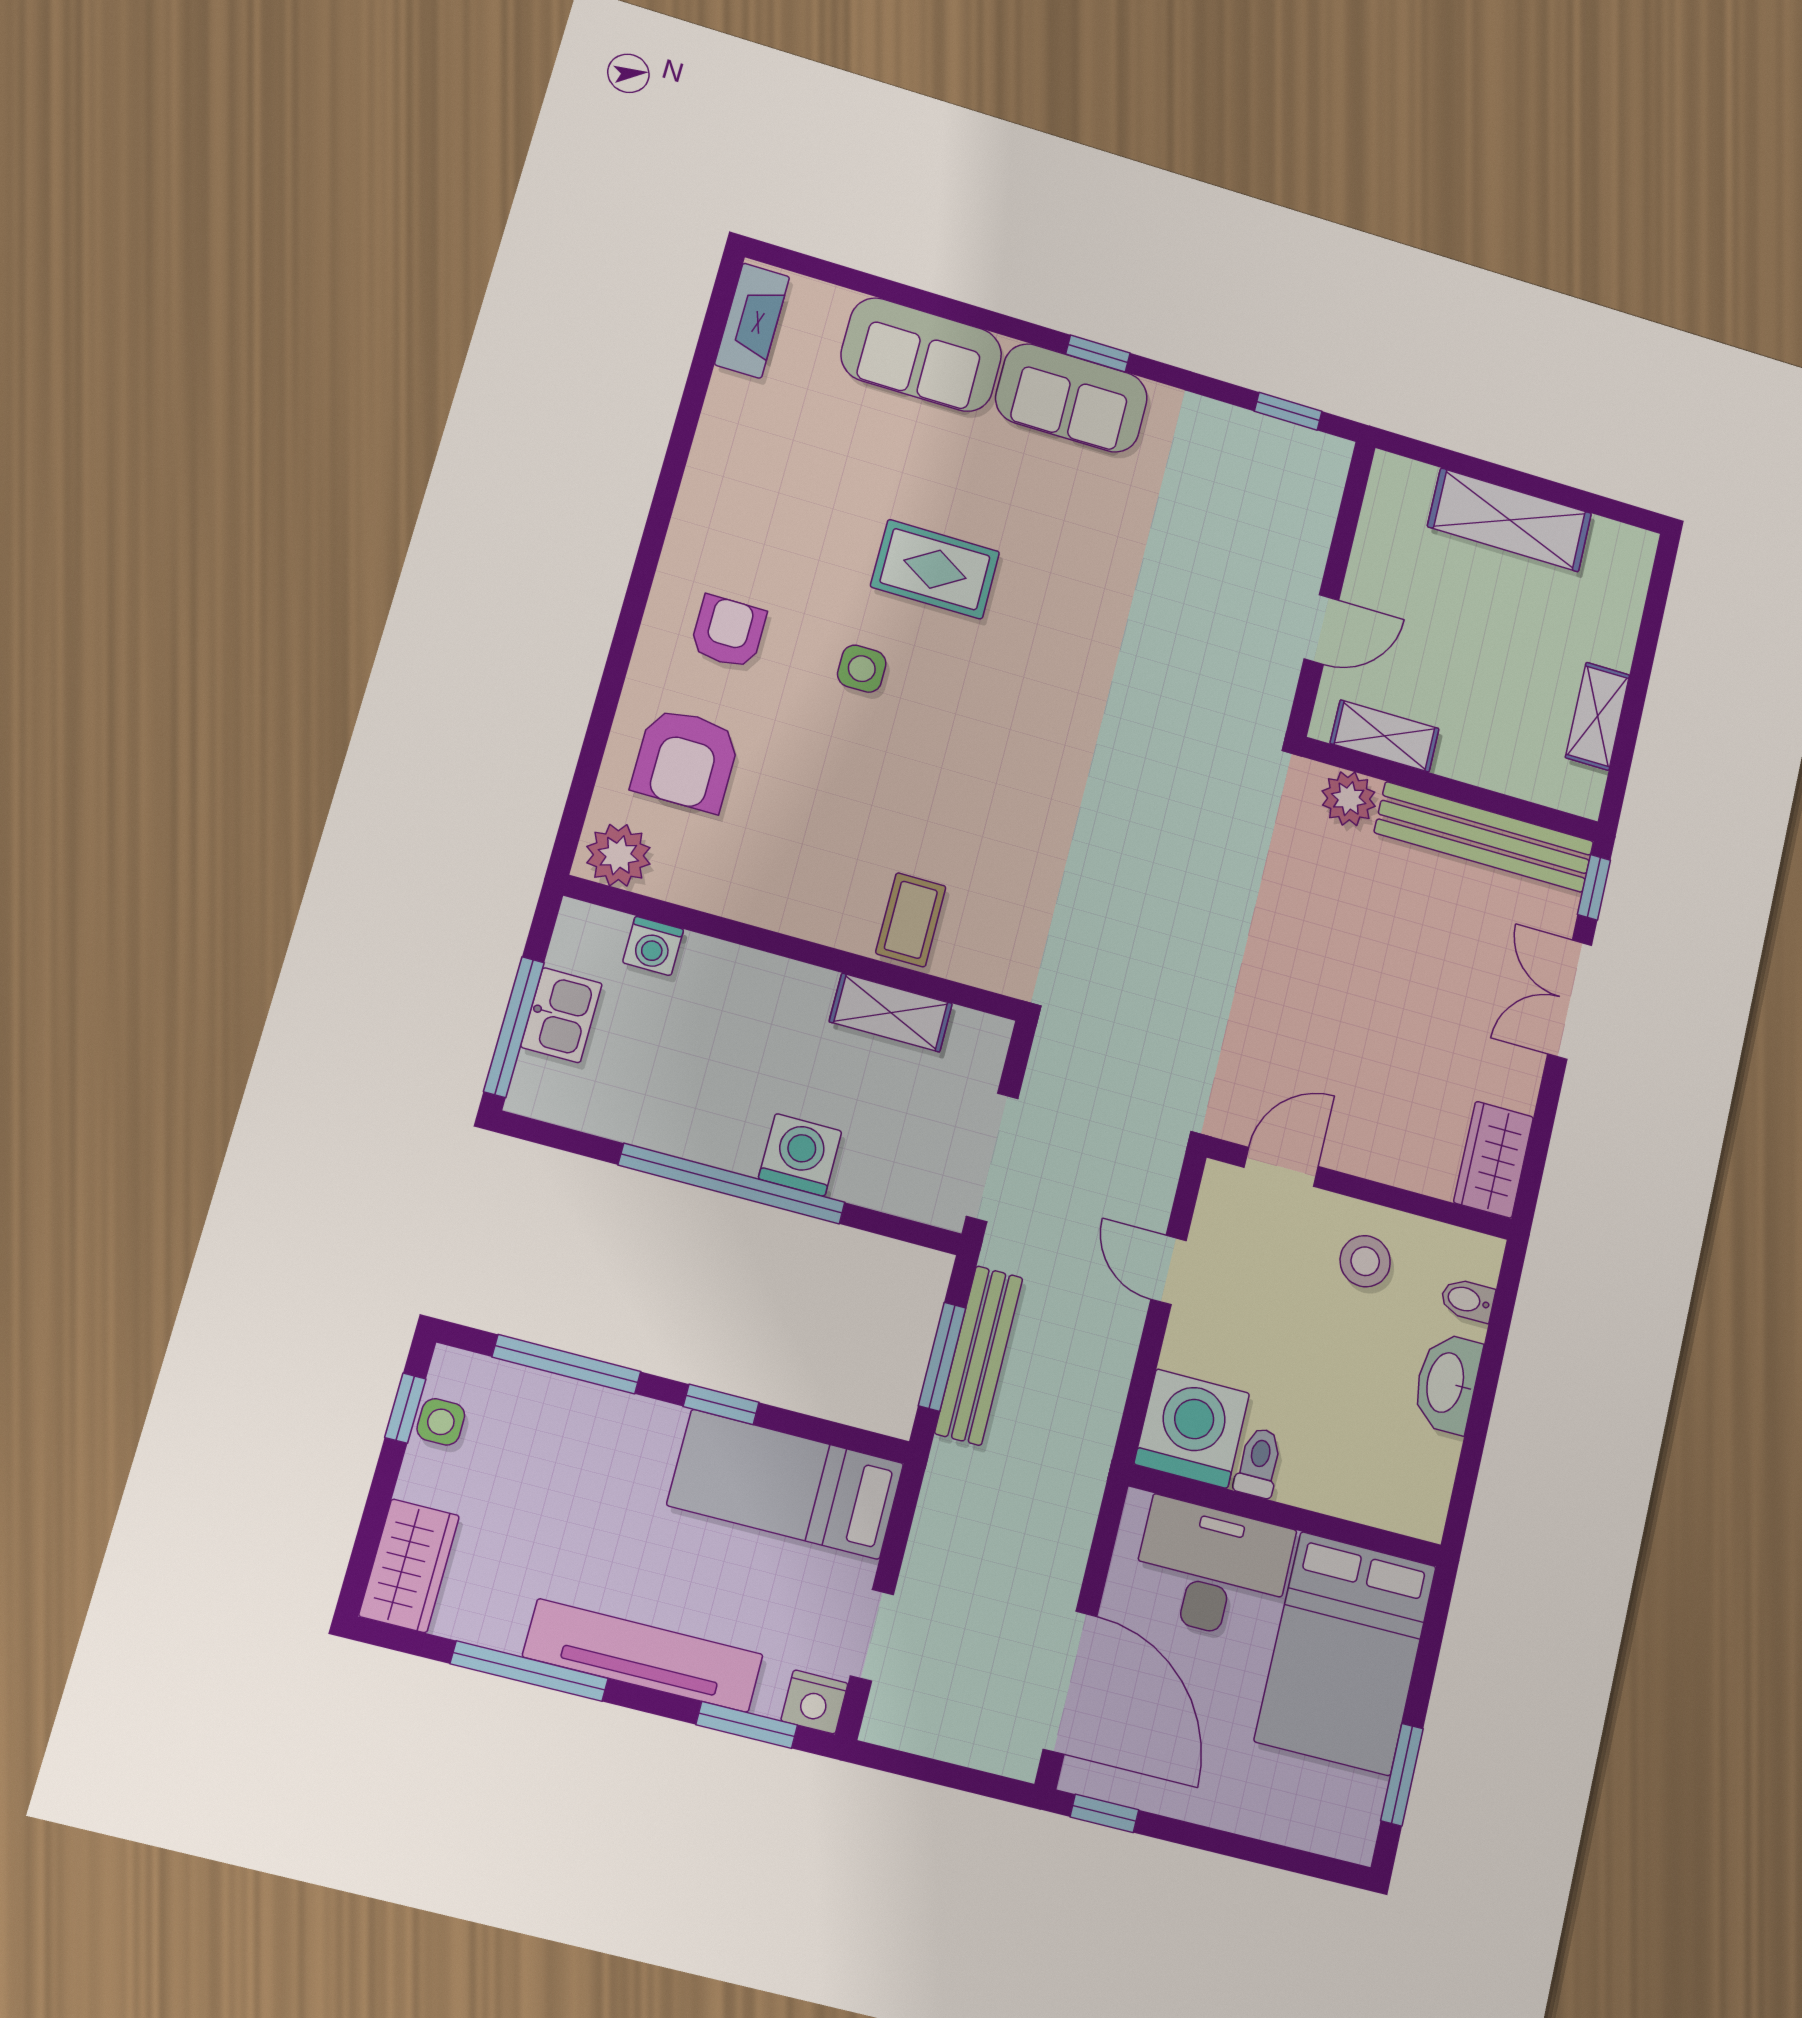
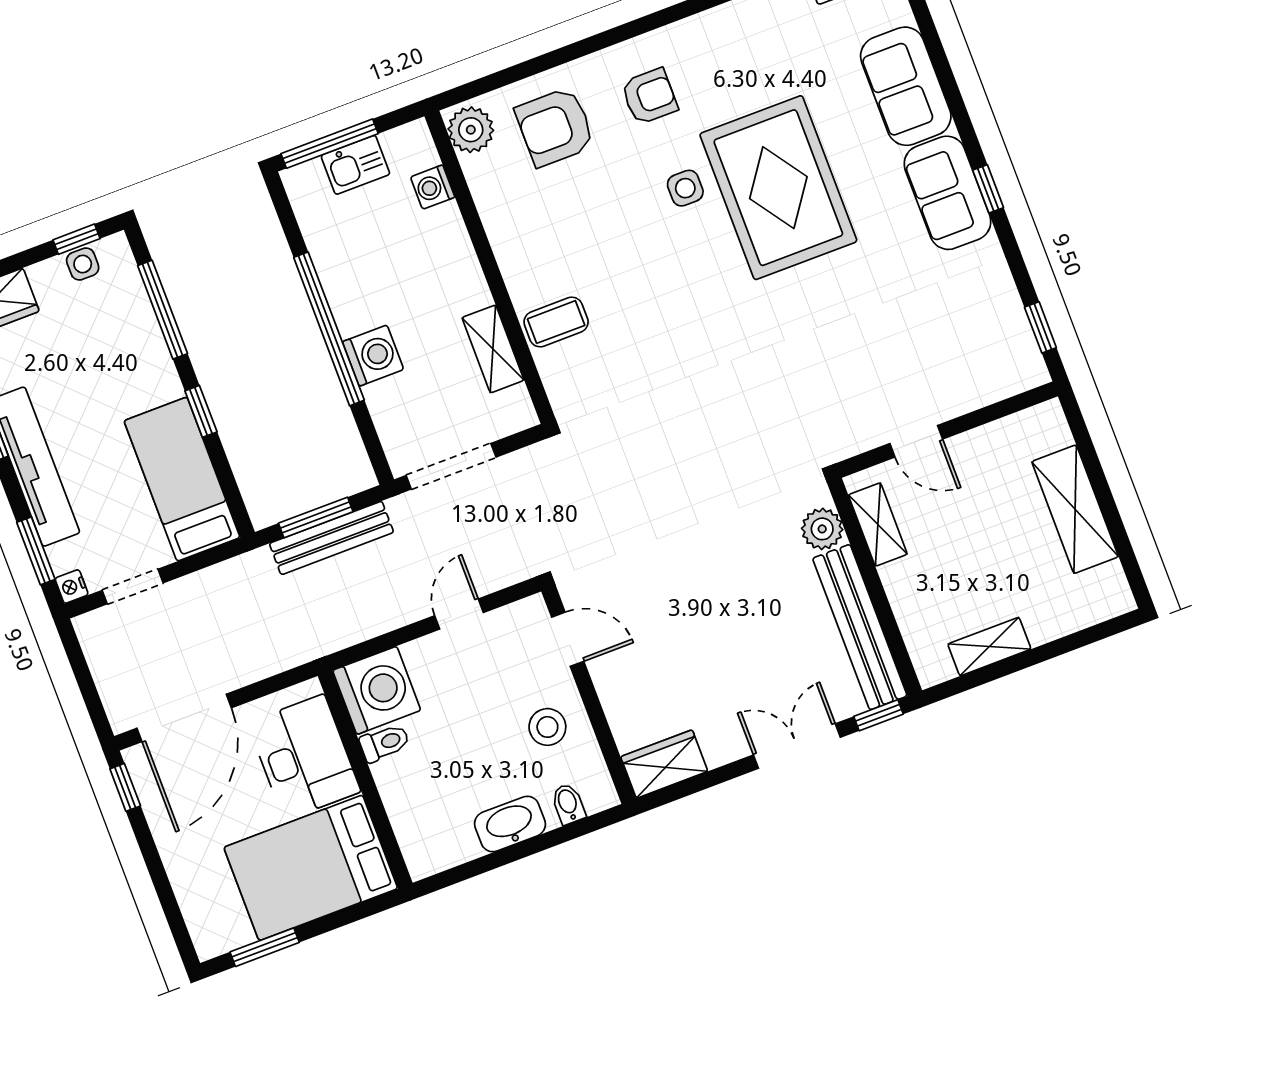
rug: (935, 569) -> (778, 188), width x1.86, depth x2.06
nightstand: (814, 1702) -> (72, 587), width x0.72, depth x0.74

